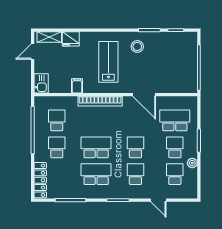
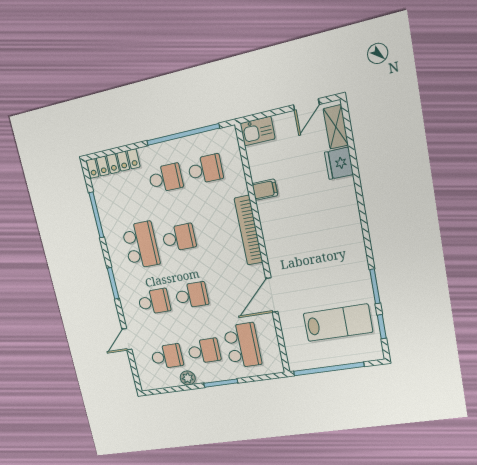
stool: (137, 47) -> (345, 272), removed
door: (33, 52) -> (306, 105), swing flipped
lab bench: (108, 62) -> (338, 323), moved
school desk: (96, 147) -> (179, 238), width x0.54

